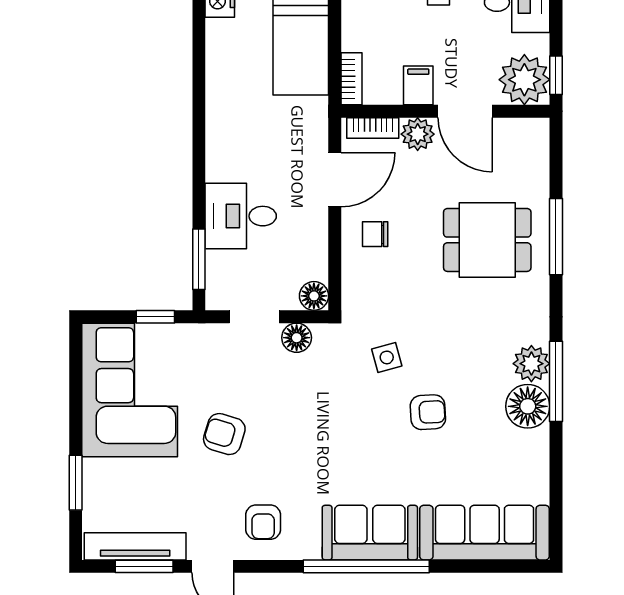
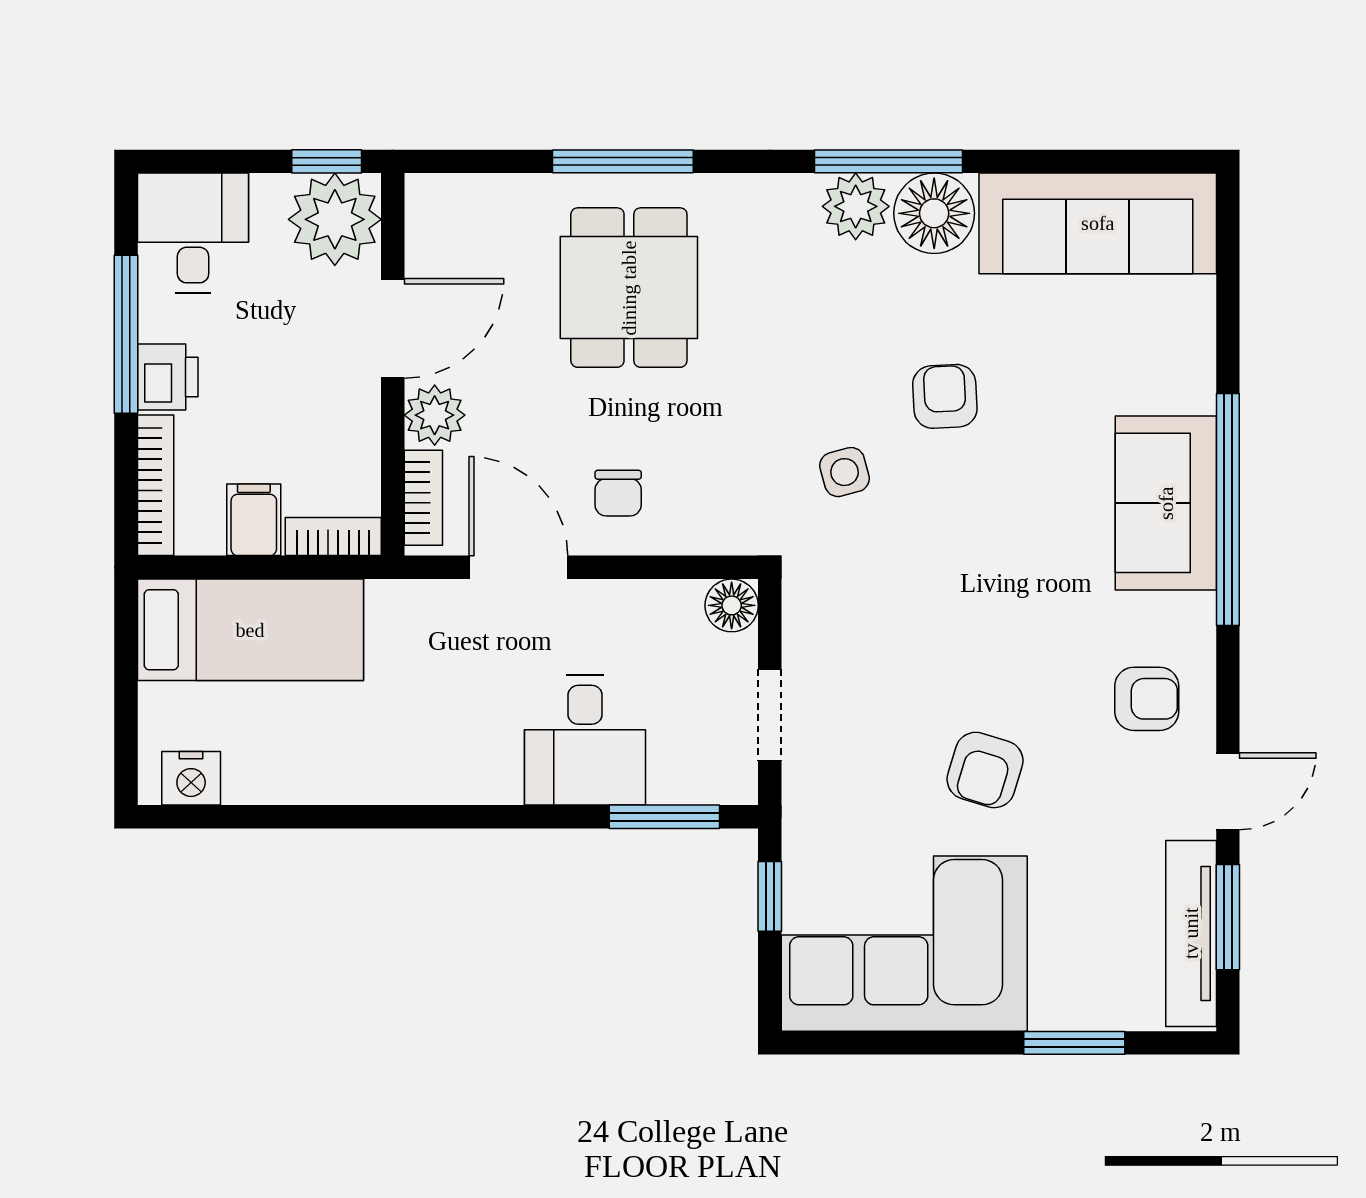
filing cabinet: (418, 85) -> (254, 520), moved, turned 90
floor lamp: (297, 338) -> (808, 637), removed
sofa: (485, 533) -> (1098, 223), moved, turned -90

